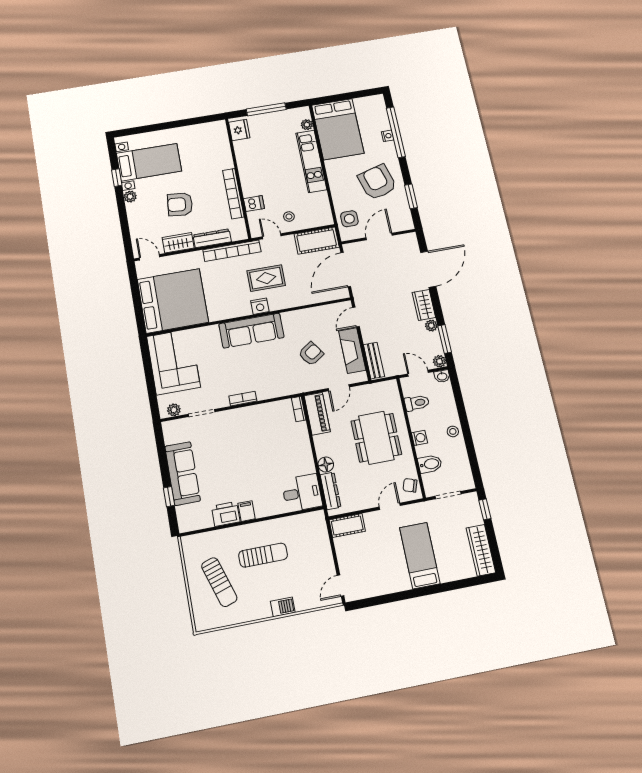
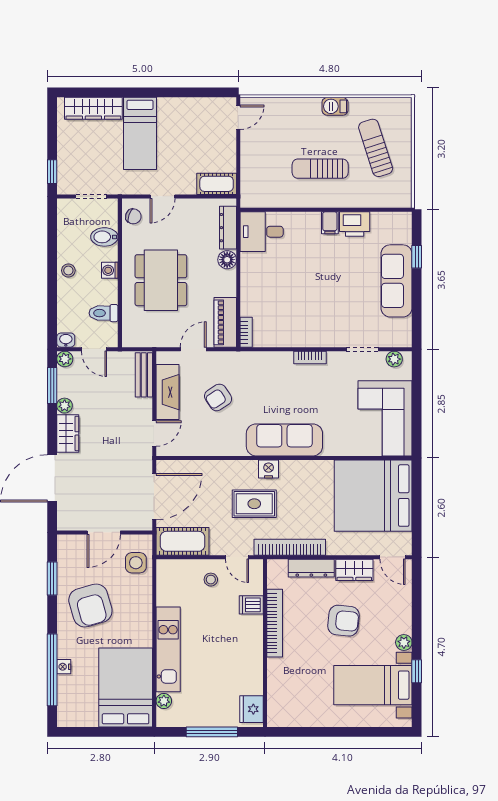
wardrobe: (481, 550) -> (93, 108), moved, turned 90
barbecue: (283, 607) -> (335, 106), moved

